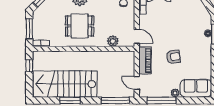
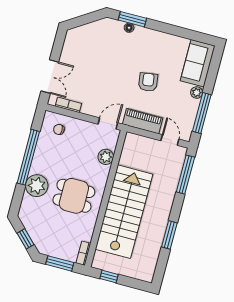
dining table: (80, 26) -> (74, 196), turned 90
door: (137, 83) -> (170, 140), swing flipped
stairs: (65, 84) -> (124, 212), moved, turned 180

